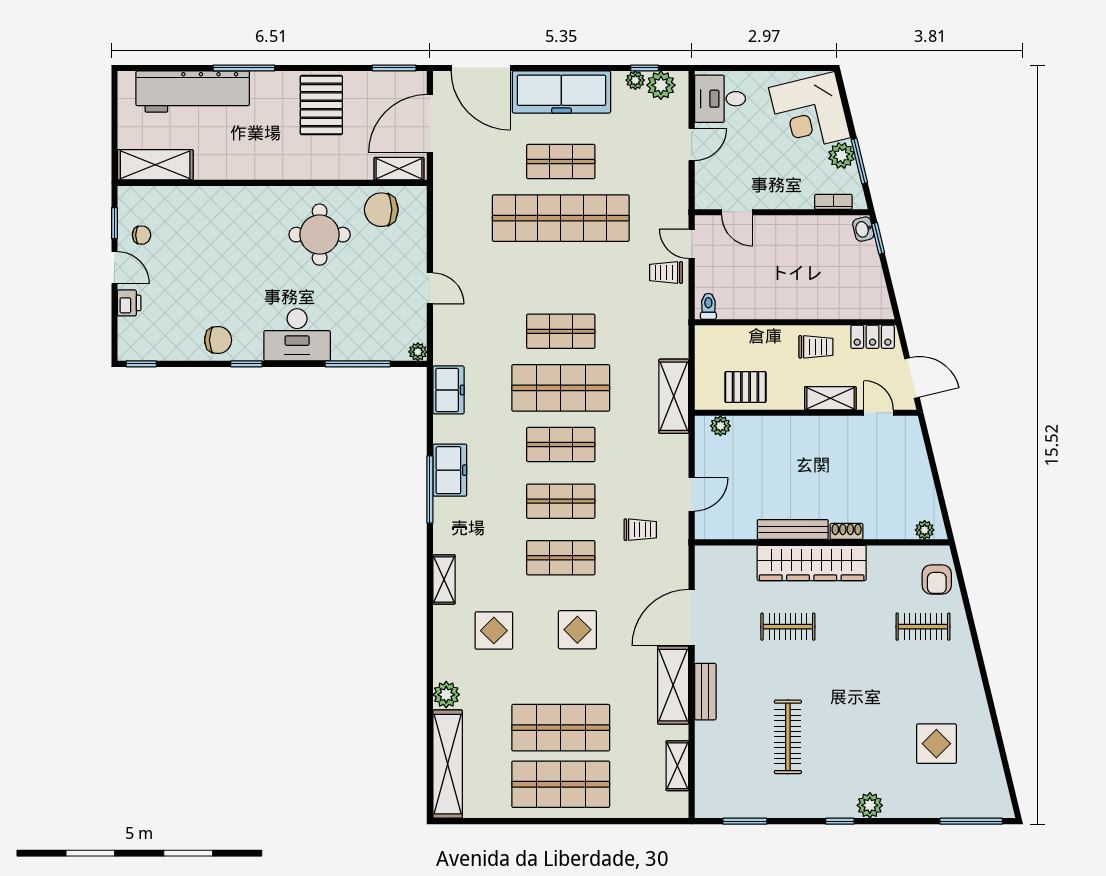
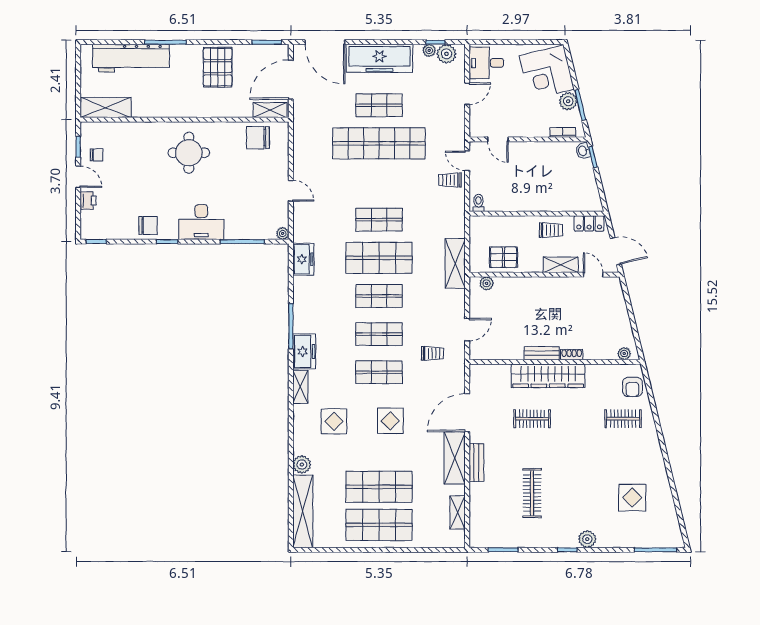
round table: (320, 235) -> (189, 153), moved
freezer: (450, 470) -> (304, 351), moved
bench: (793, 529) -> (542, 353), width x0.73

